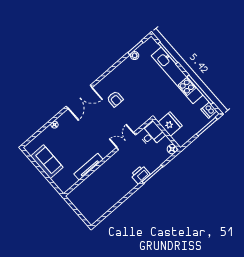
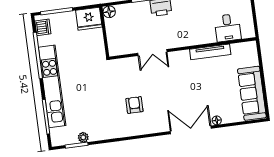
double door: (79, 97) -> (191, 130), moved
fridge: (170, 124) -> (89, 19), moved, turned -90
desk: (152, 135) -> (228, 28), moved, turned -90
sofa: (47, 162) -> (252, 93), width x1.36

